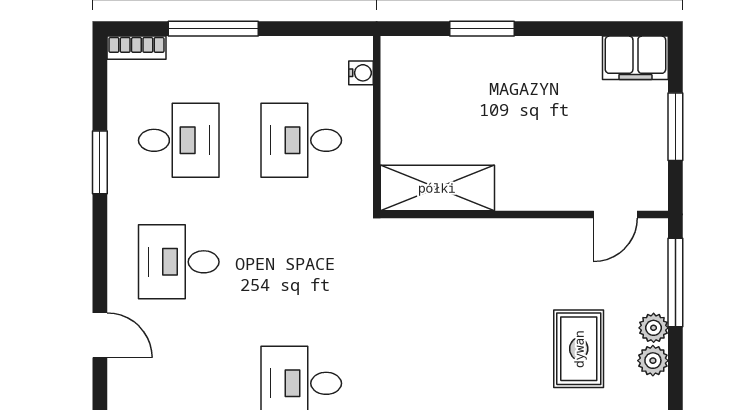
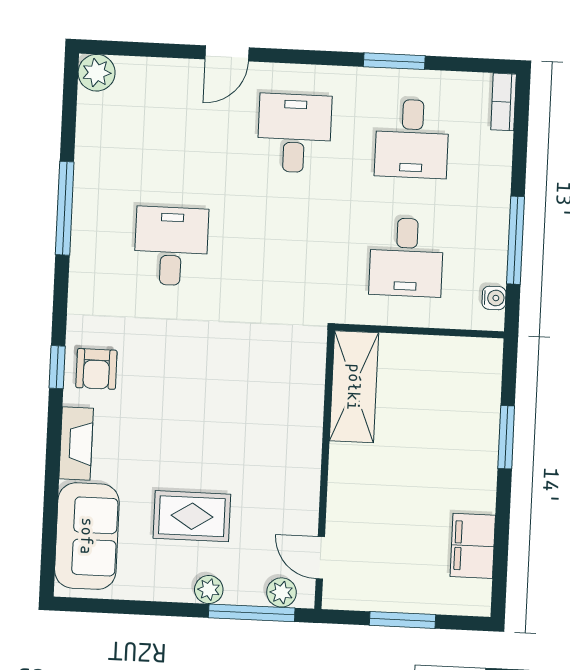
window: (213, 29) -> (515, 240), moved
filing cabinet: (635, 58) -> (473, 546), moved
water cooler: (361, 73) -> (494, 298), moved, turned -90
desk: (301, 140) -> (406, 257), turned 180
plant: (653, 361) -> (281, 592), moved

